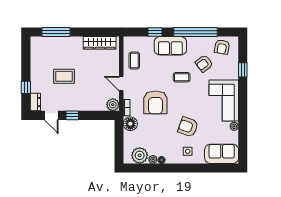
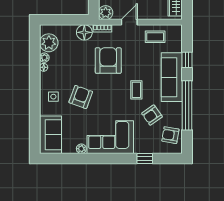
sofa: (170, 46) -> (172, 77), width x1.36
armchair: (204, 63) -> (152, 115), turned -88
armchair: (155, 102) -> (108, 61), turned 90

